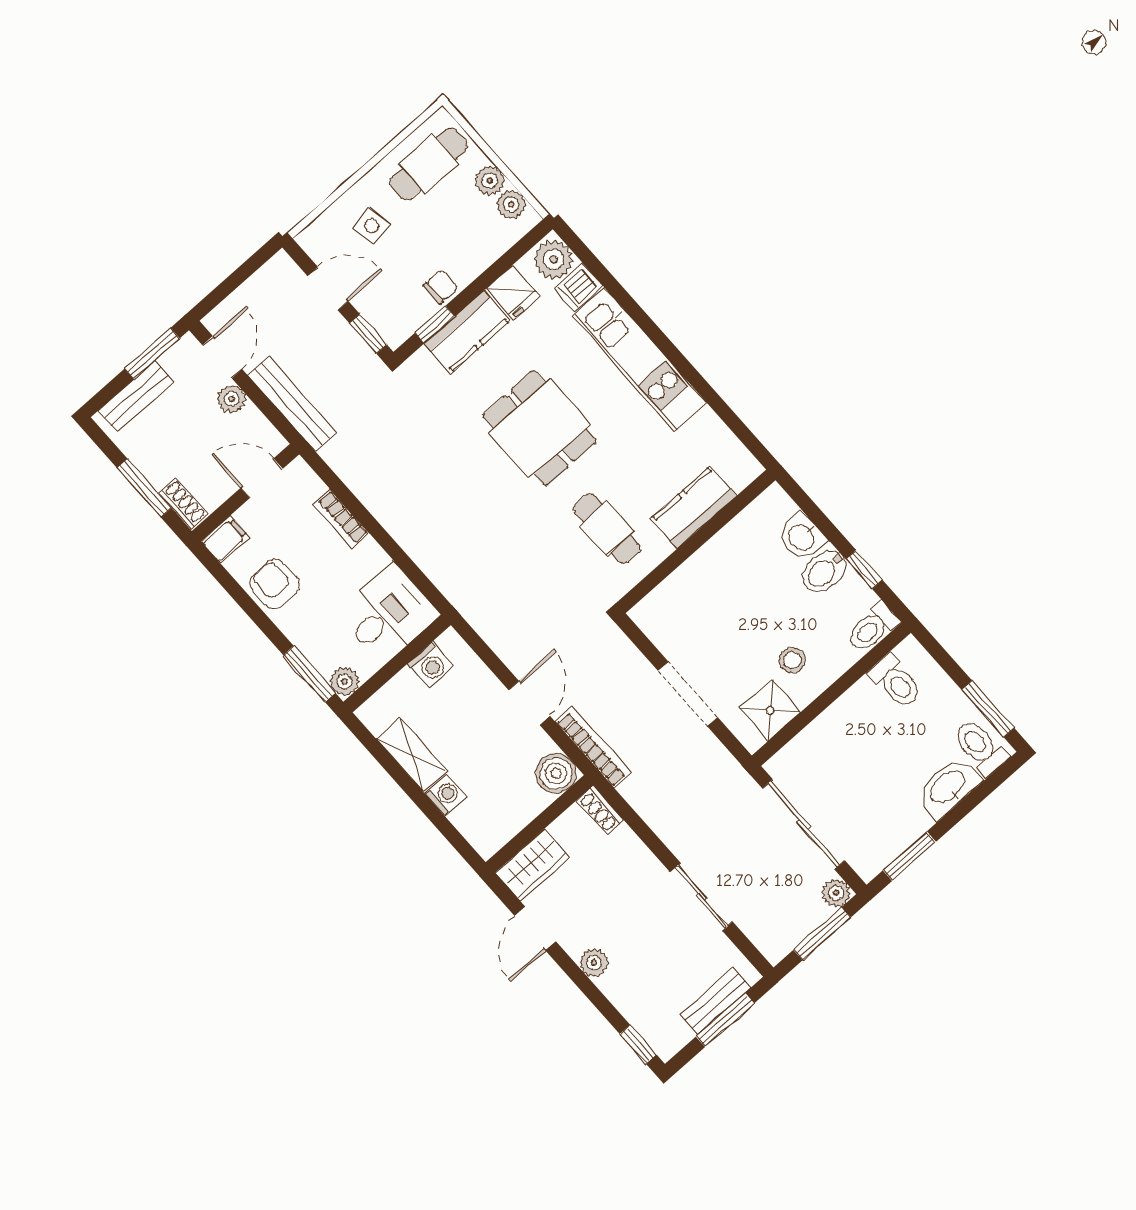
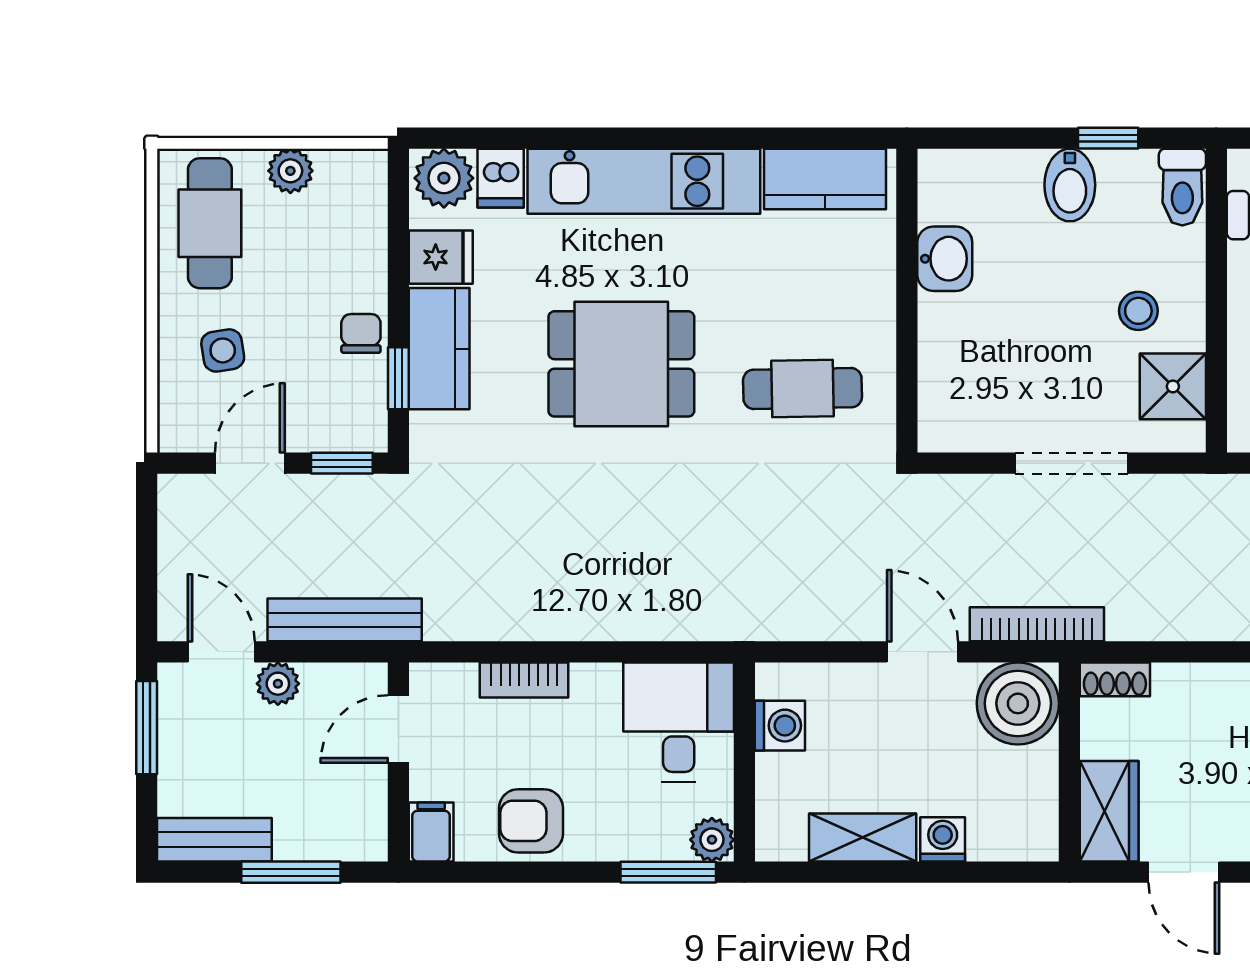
plant: (511, 204) -> (339, 171), removed
bench: (136, 396) -> (214, 840), moved, turned 90
shoe rack: (183, 504) -> (348, 844), removed
kitchen counter: (694, 507) -> (825, 179), moved, turned -90
washbasin: (802, 537) -> (945, 259), moved, turned -90
boiler: (556, 773) -> (1018, 703), width x1.37, depth x1.37

